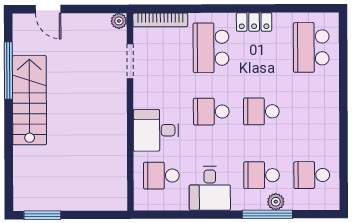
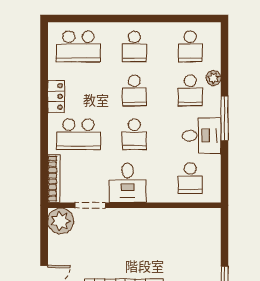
plant: (119, 21) -> (61, 221), width x1.88, depth x1.88
school desk: (311, 111) -> (134, 46), added
desk: (156, 130) -> (128, 183), moved
window: (267, 214) -> (225, 118), moved

